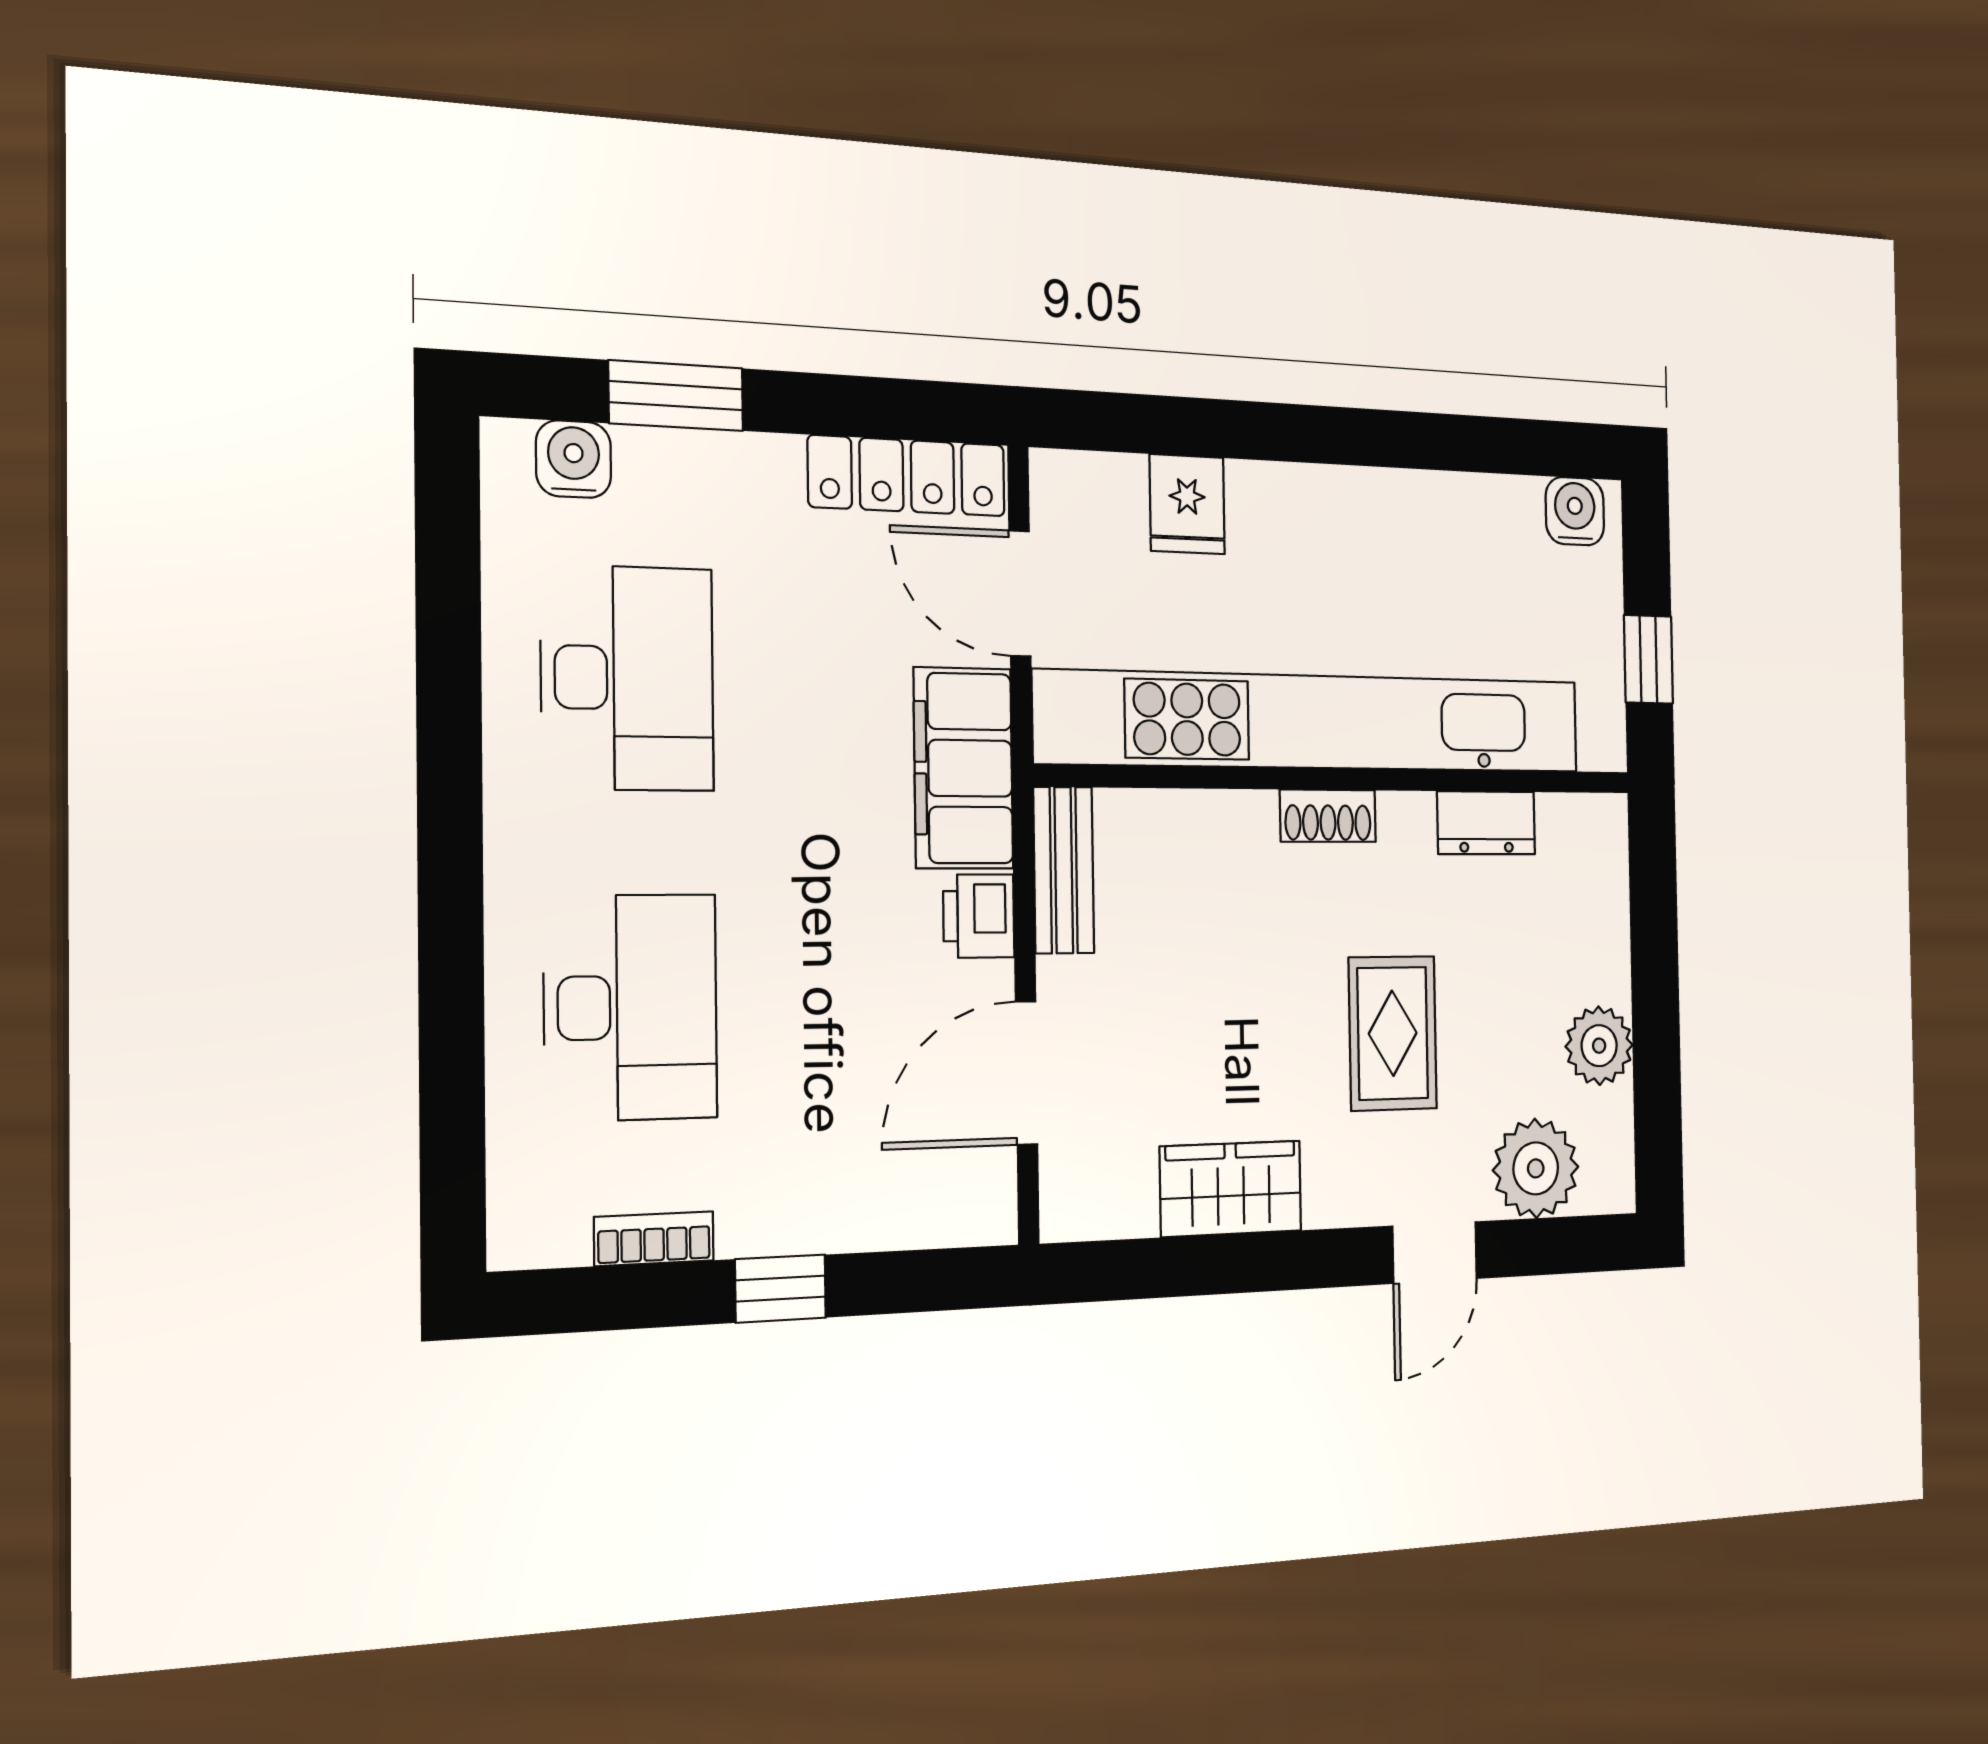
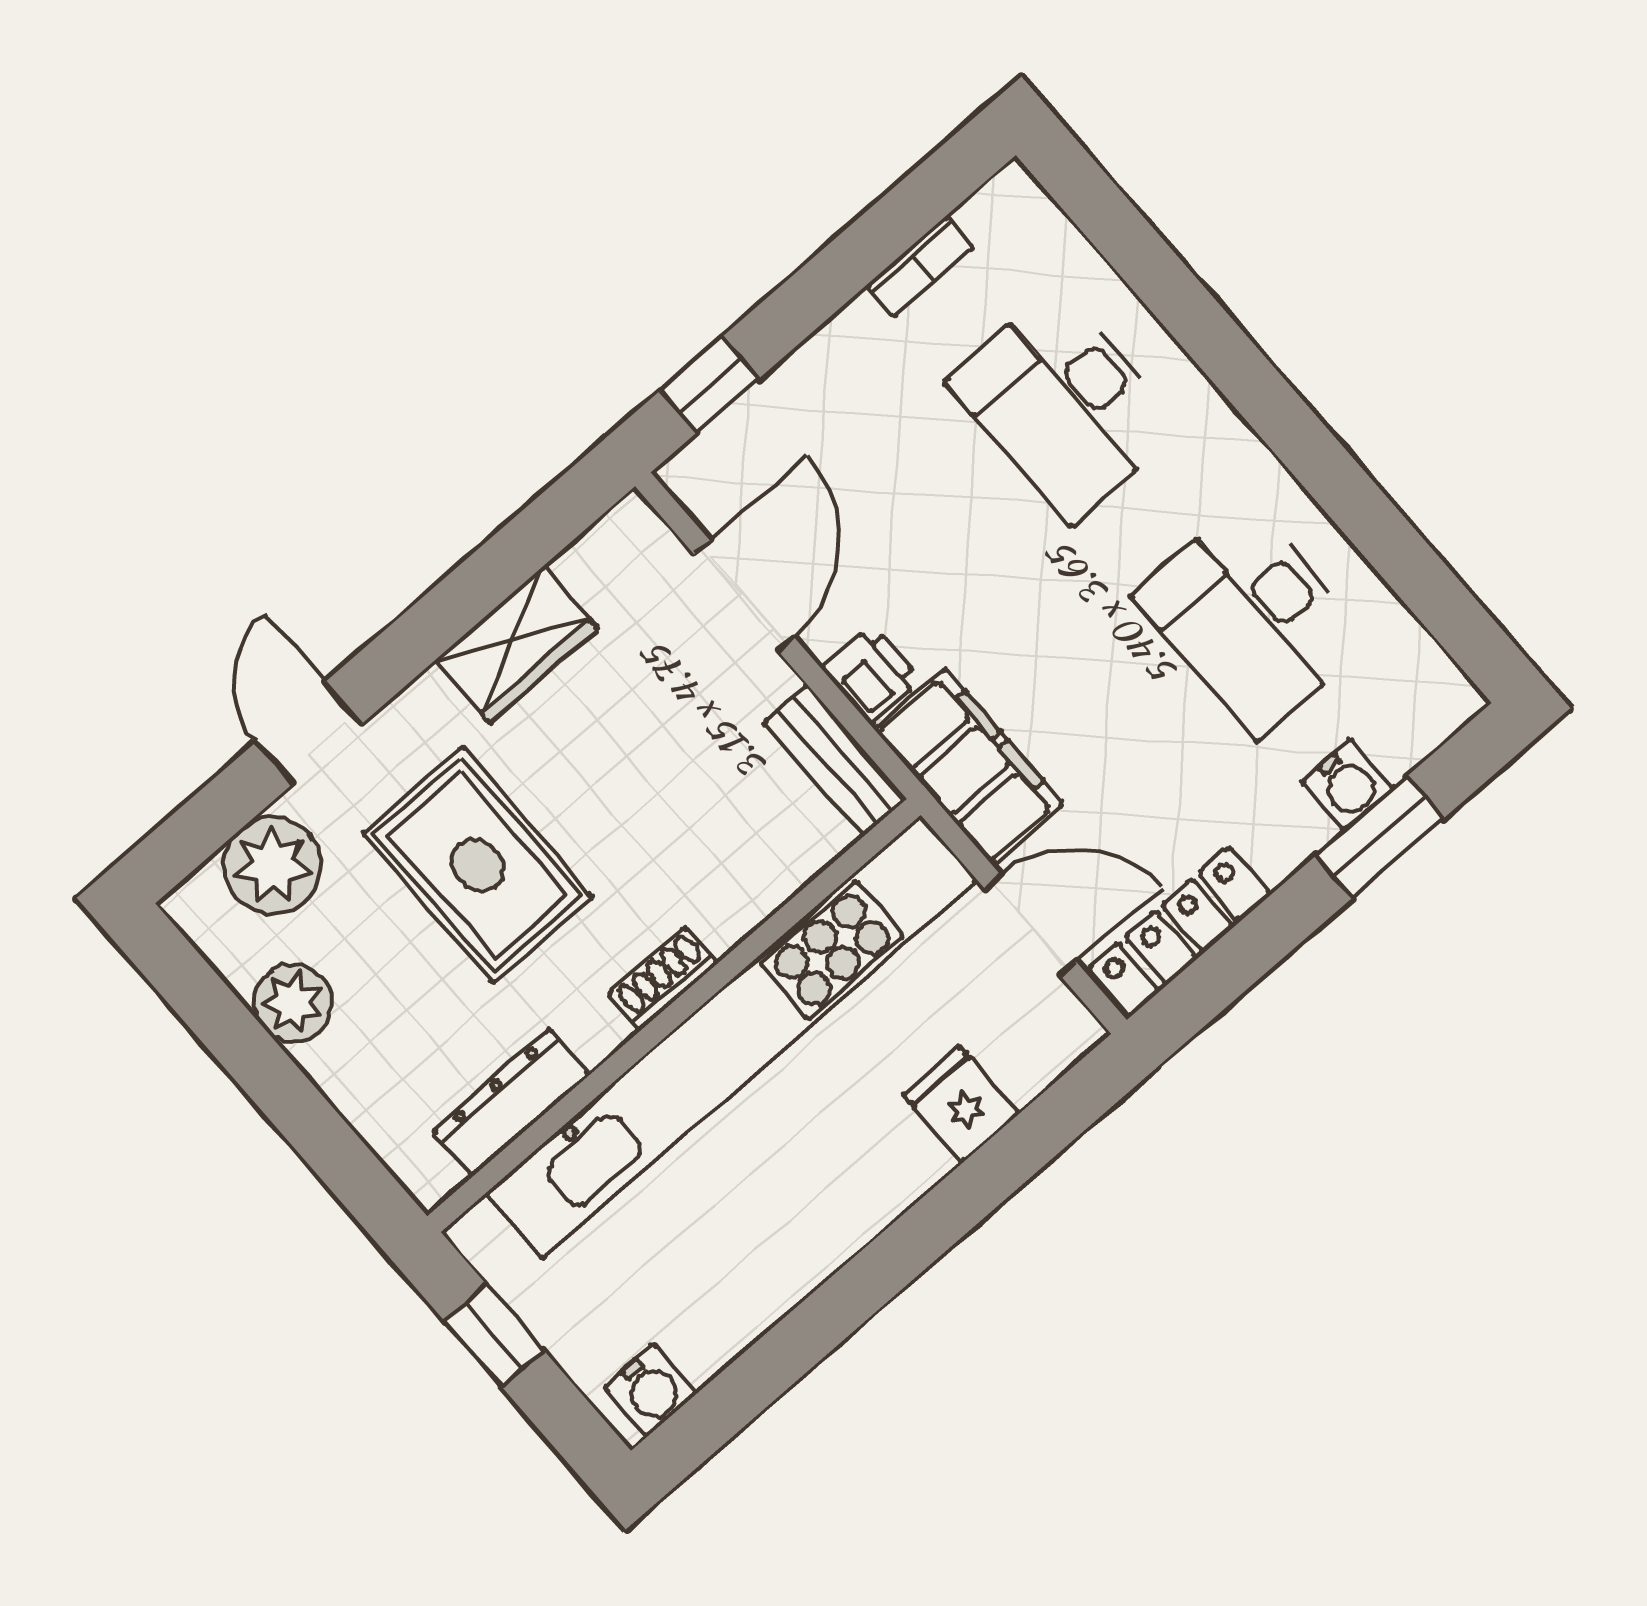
water cooler: (574, 459) -> (1348, 785), moved
dresser: (1486, 823) -> (511, 1103), width x1.44
rug: (1393, 1033) -> (478, 865), width x1.36, depth x1.43
window: (781, 1289) -> (710, 385), moved

